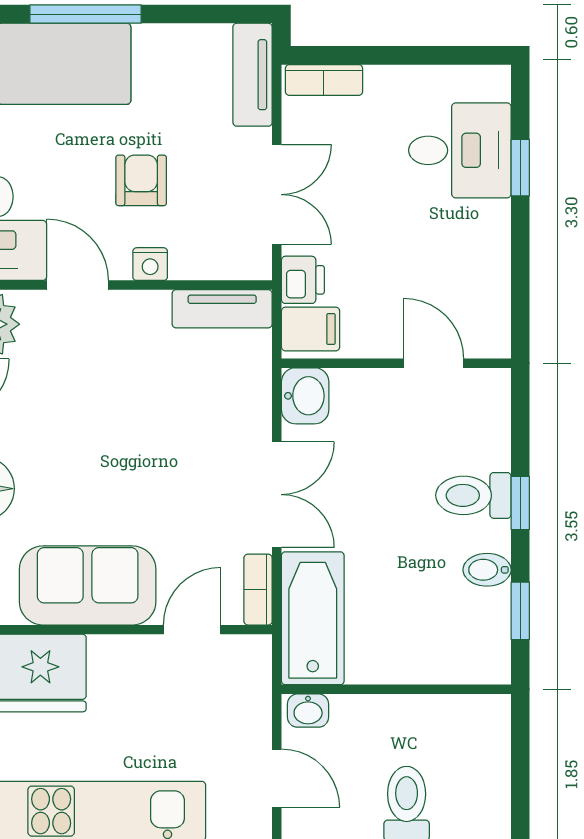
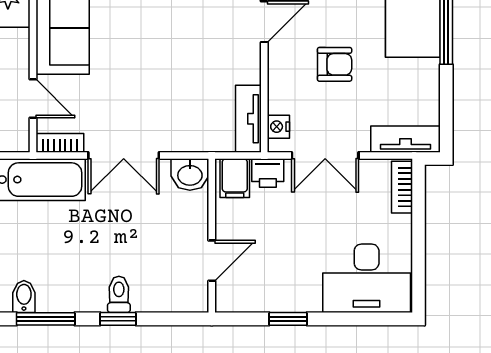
desk: (460, 150) -> (367, 278), width x1.37
window: (520, 168) -> (288, 319), moved
nightstand: (150, 264) -> (278, 127), moved
toilet: (473, 495) -> (119, 294), width x0.73, depth x0.72
bidet: (487, 570) -> (24, 297), moved
window: (520, 611) -> (46, 319), width x1.50

